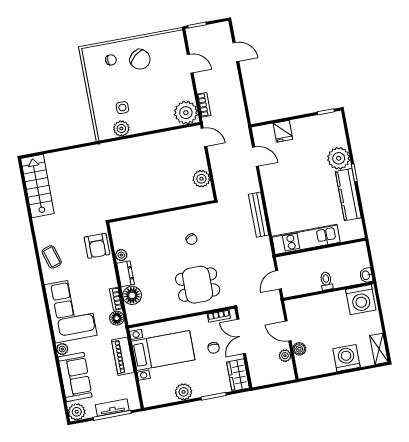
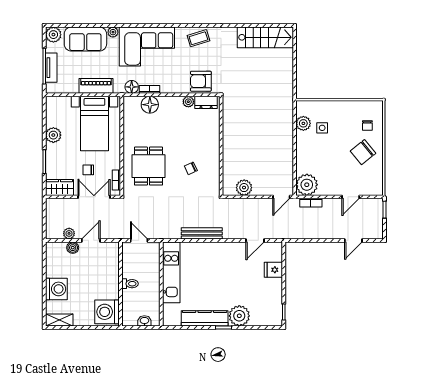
dresser: (126, 274) -> (206, 102), moved
washbasin: (366, 275) -> (144, 321), moved

